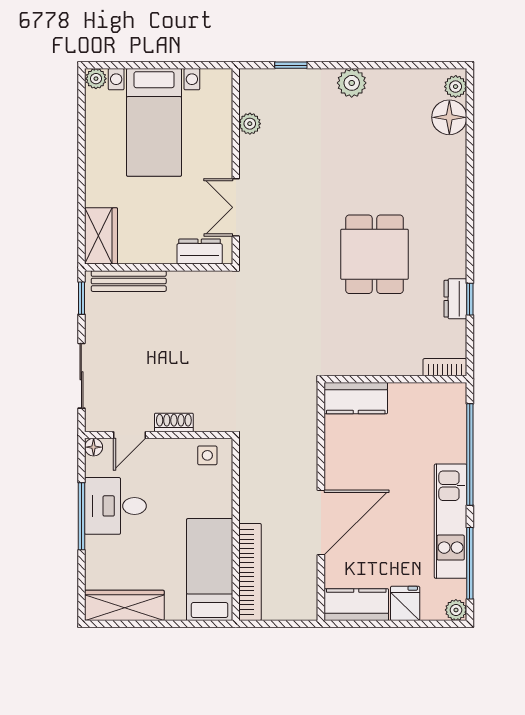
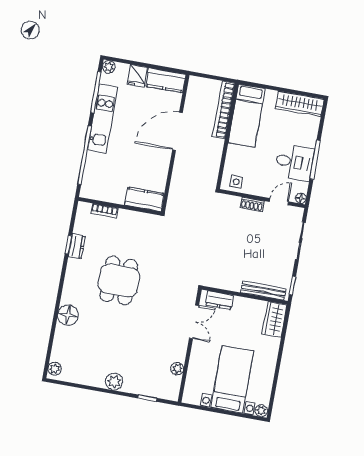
floor lamp: (449, 117) -> (68, 315), moved
bookcase: (445, 367) -> (105, 211), moved

